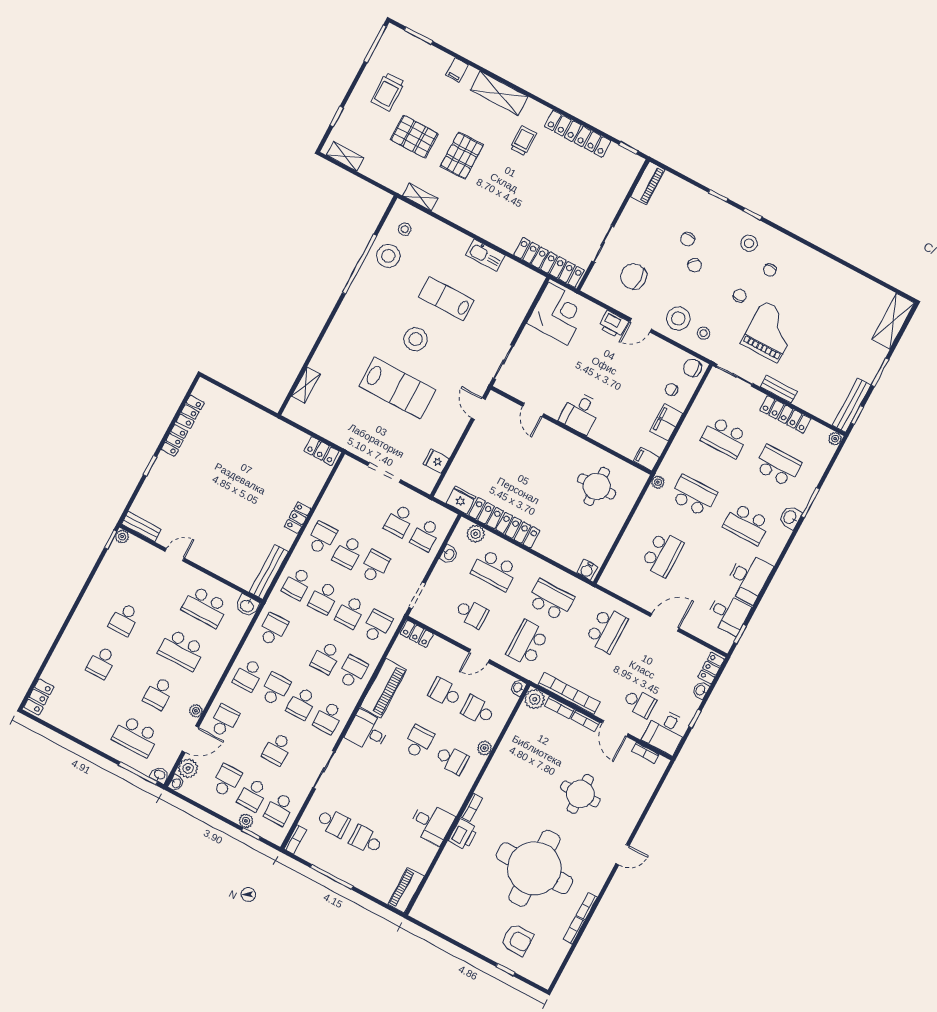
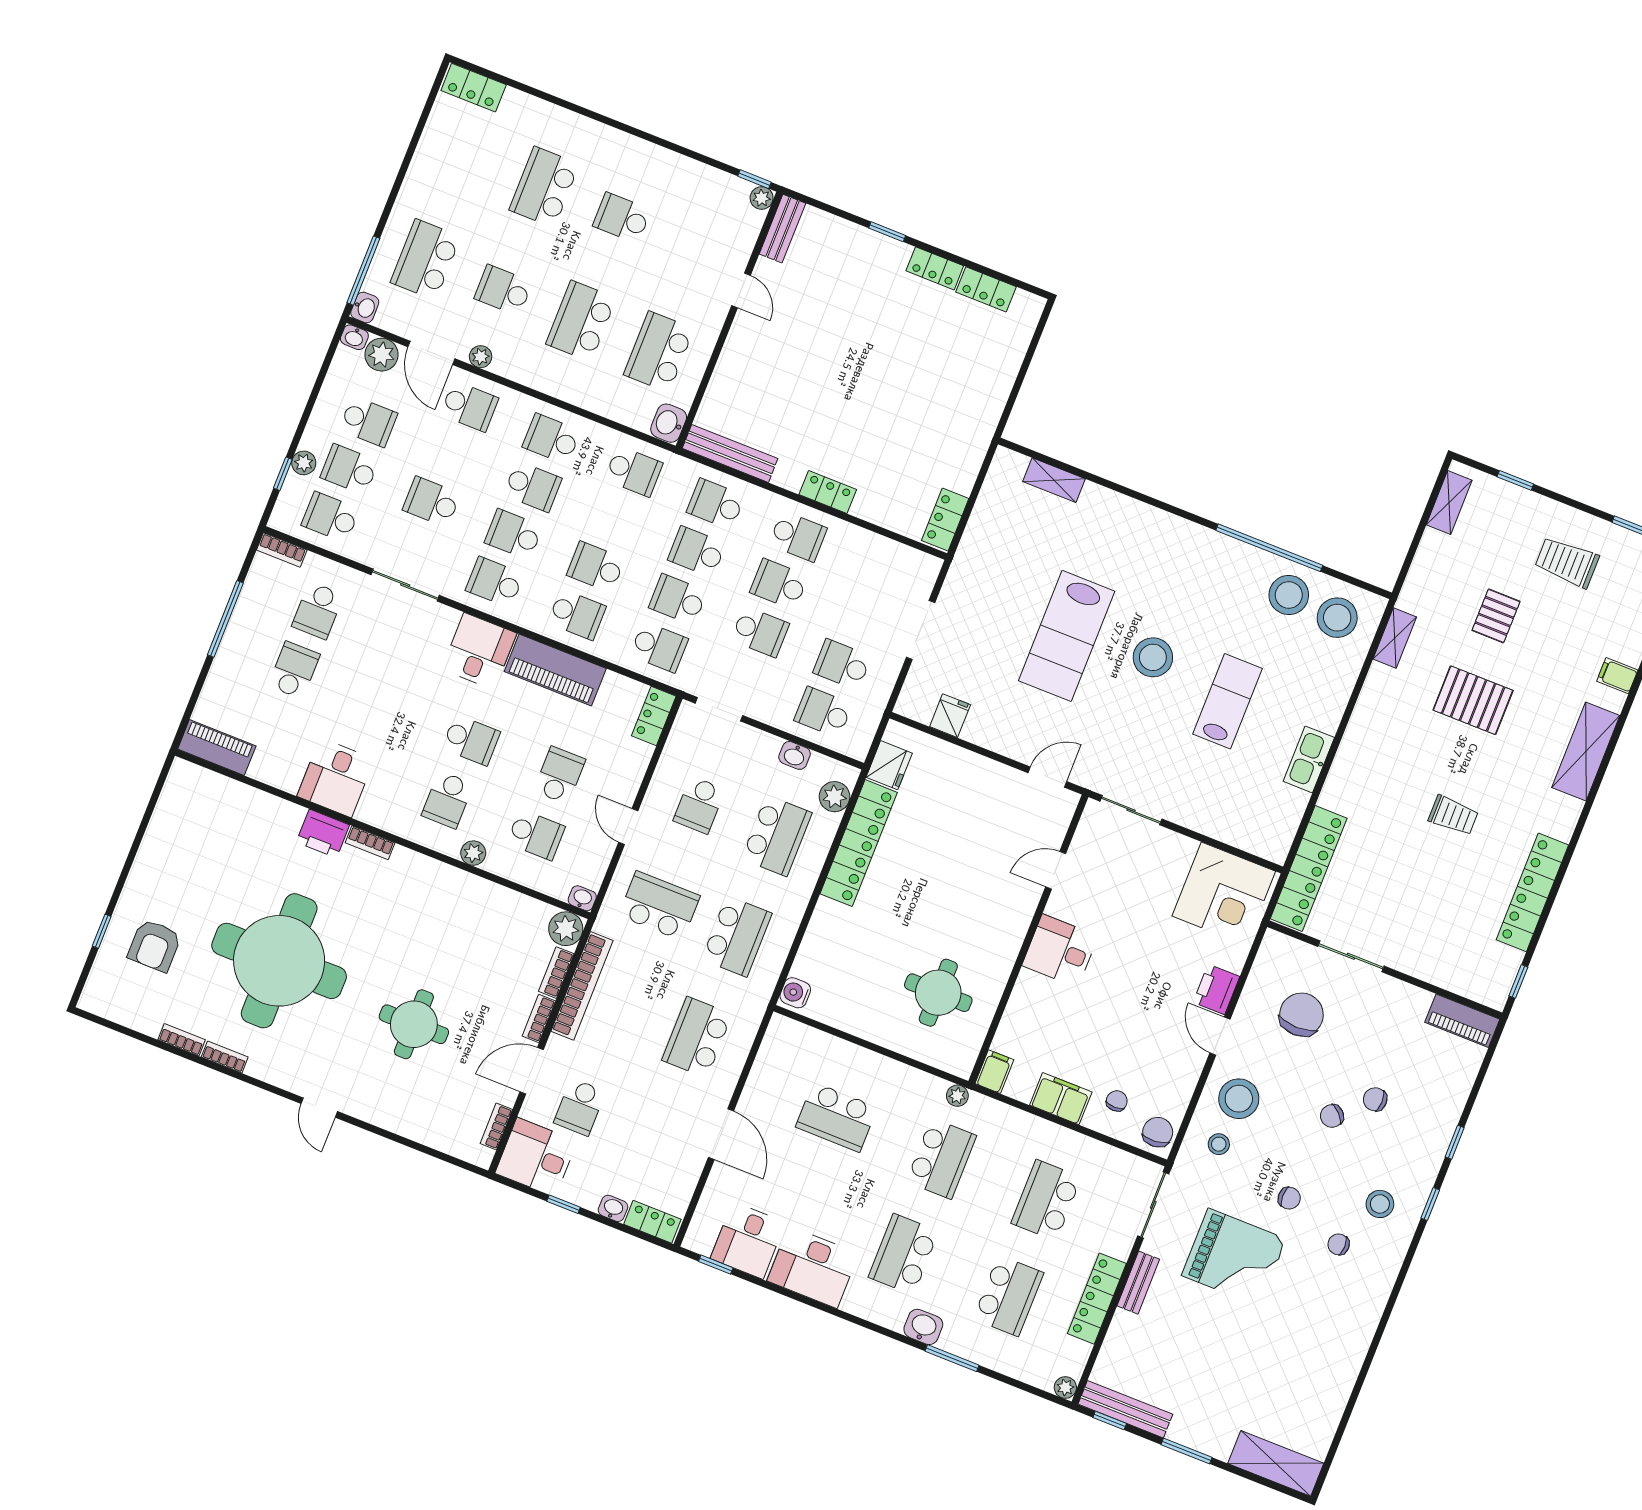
pallet: (414, 137) -> (1496, 616), width x0.67, depth x0.71
trolley: (523, 141) -> (1453, 815), moved
stool: (405, 229) -> (1337, 618), width x1.89, depth x1.89
school desk: (495, 570) -> (777, 836), turned 180
school desk: (607, 630) -> (697, 1037), turned 90
school desk: (101, 663) -> (544, 187), width x1.85
school desk: (478, 710) -> (536, 835), turned 90

